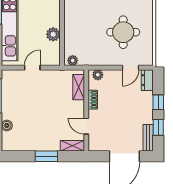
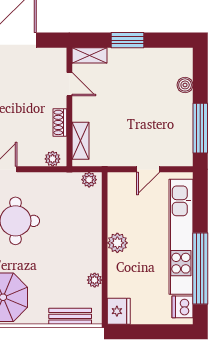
plant: (53, 34) -> (117, 243), moved

